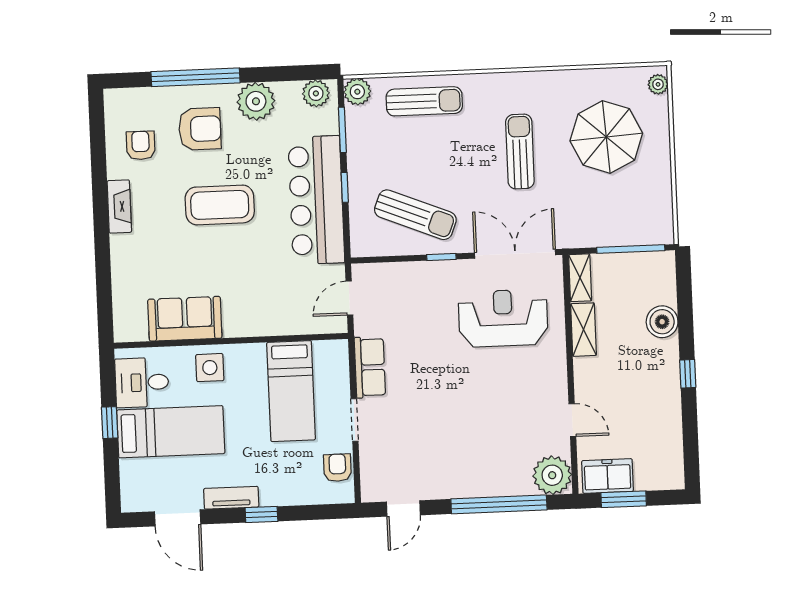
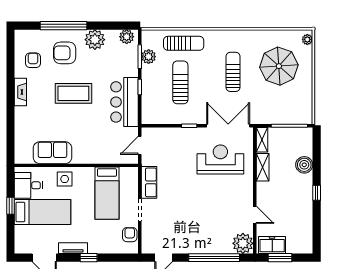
plant: (357, 92) -> (149, 57), moved
armchair: (200, 129) -> (65, 53), turned 180
bar counter: (316, 200) -> (124, 102), width x0.73
sun lounger: (415, 215) -> (180, 82), moved, turned -112

